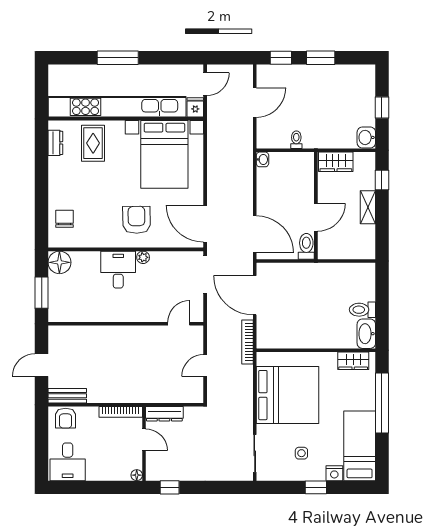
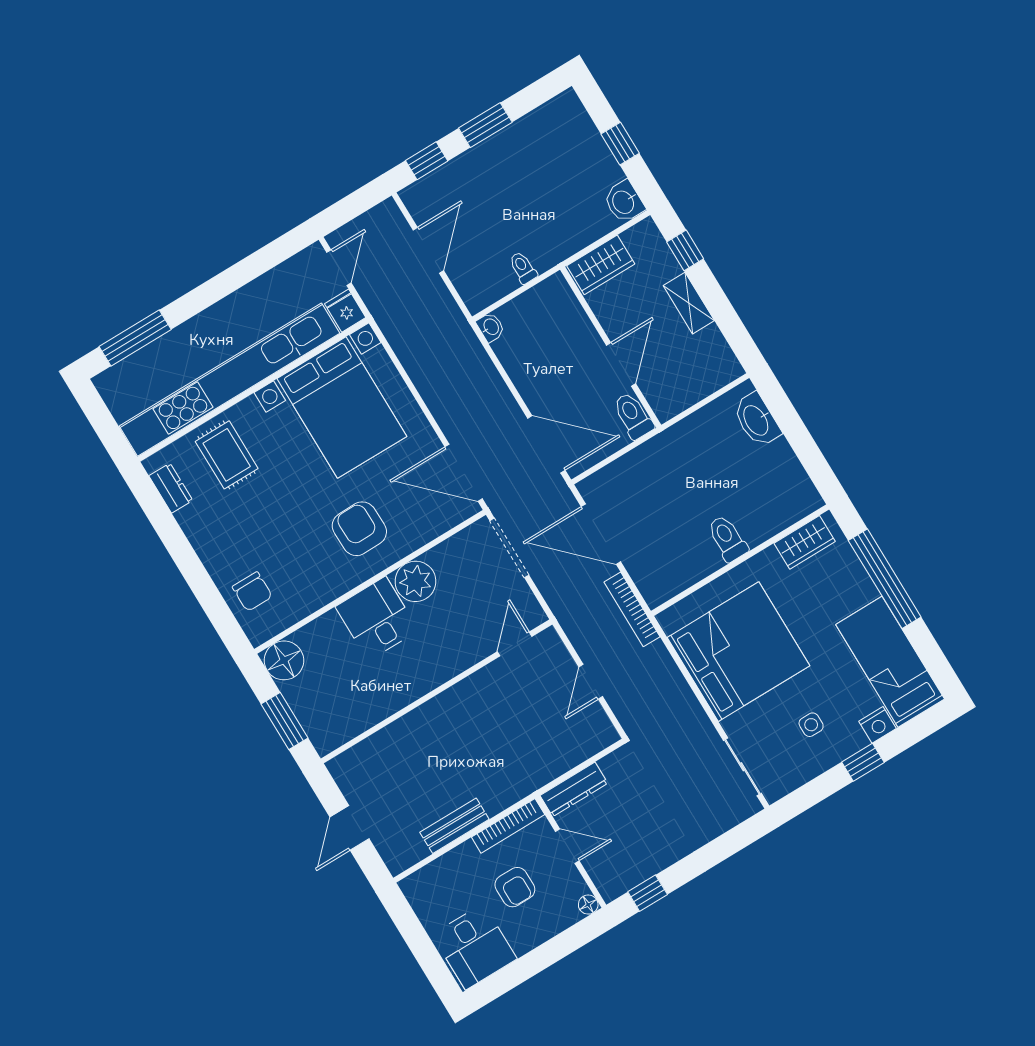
window: (118, 58) -> (135, 338), moved
chair: (64, 219) -> (252, 592), turned 180
plant: (143, 257) -> (415, 581), width x1.87, depth x1.87
toilet: (362, 310) -> (727, 538), moved, turned 90
washbasin: (366, 334) -> (757, 420), moved
bench: (67, 396) -> (454, 826), moved
armchair: (66, 418) -> (515, 887), moved

